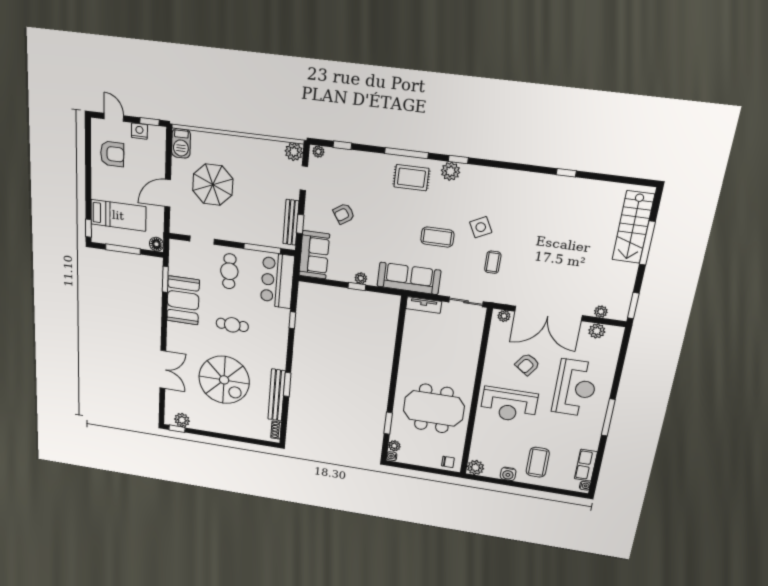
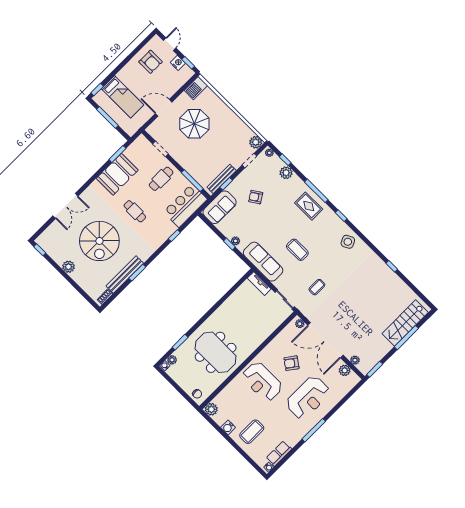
plant: (451, 171) -> (286, 173), moved
side table: (481, 227) -> (348, 242), moved
floor lamp: (156, 244) -> (131, 130), removed
plant: (182, 420) -> (68, 267), moved

